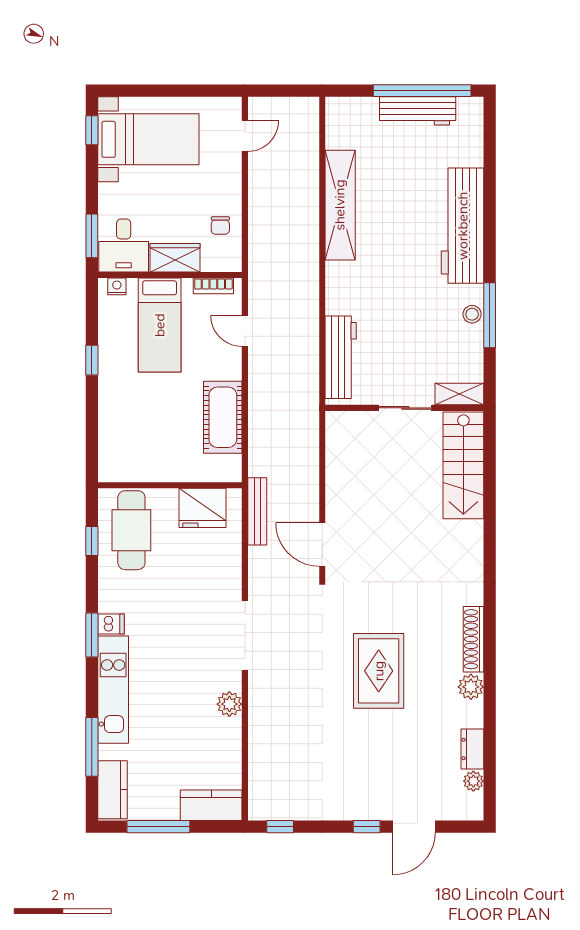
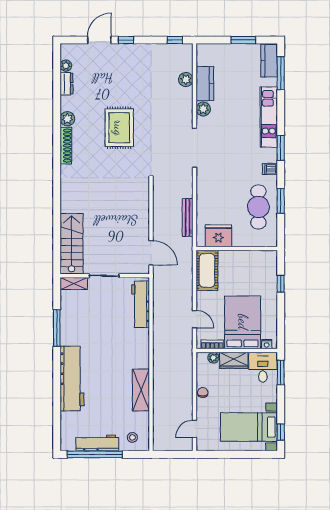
shelving: (340, 205) -> (141, 390), width x0.68
chair: (220, 226) -> (203, 392), moved
plant: (212, 262) -> (213, 358), added
stool: (472, 314) -> (132, 437), moved
bed: (160, 325) -> (243, 322), width x1.50
window: (92, 360) -> (281, 284), moved
wall: (170, 485) -> (237, 249), moved
fridge: (202, 508) -> (218, 236), moved
window: (92, 541) -> (281, 201), width x1.50
door: (322, 545) -> (151, 253), moved
dishwasher: (111, 624) -> (270, 169), moved
window: (92, 747) -> (281, 73), moved
plant: (260, 756) -> (186, 80), added
kitchen counter: (211, 805) -> (205, 84), moved, turned -90
window: (158, 827) -> (243, 40), width x0.69

